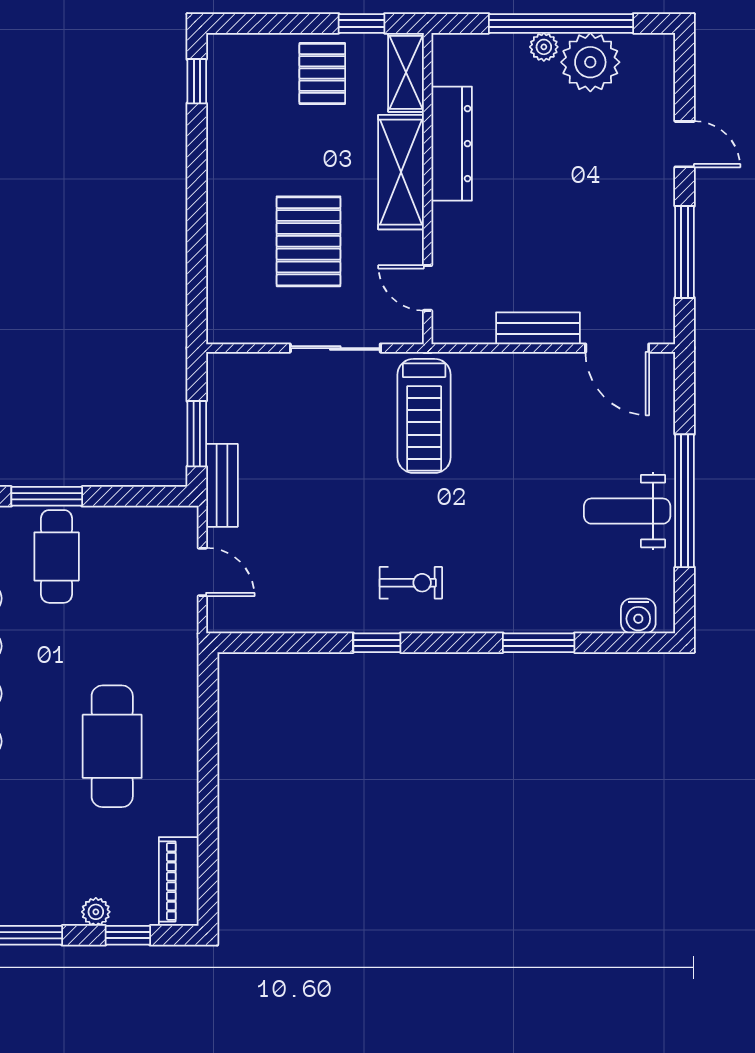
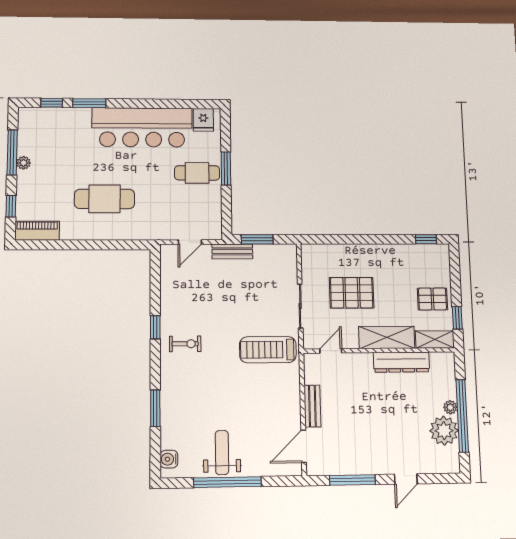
exercise bike: (411, 583) -> (185, 344), turned -90
plant: (96, 912) -> (24, 163), moved

